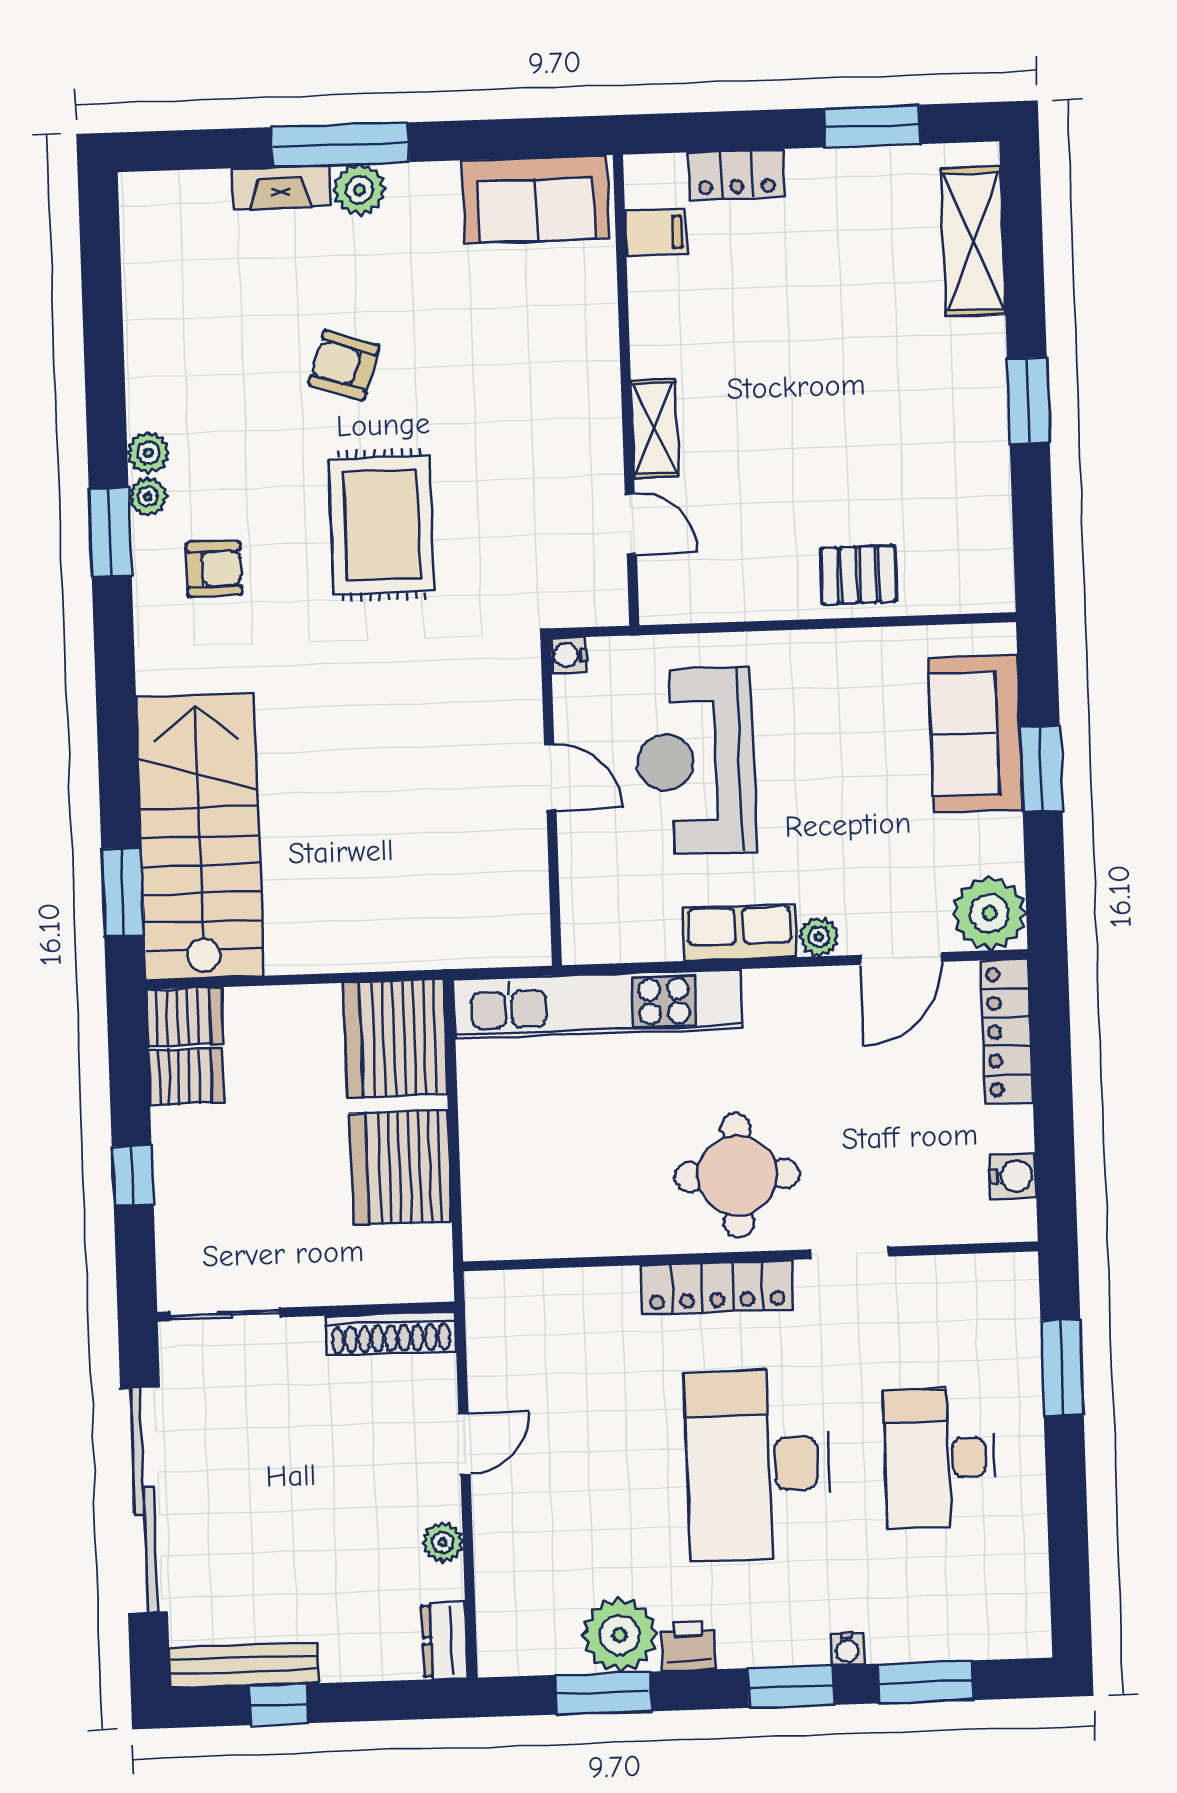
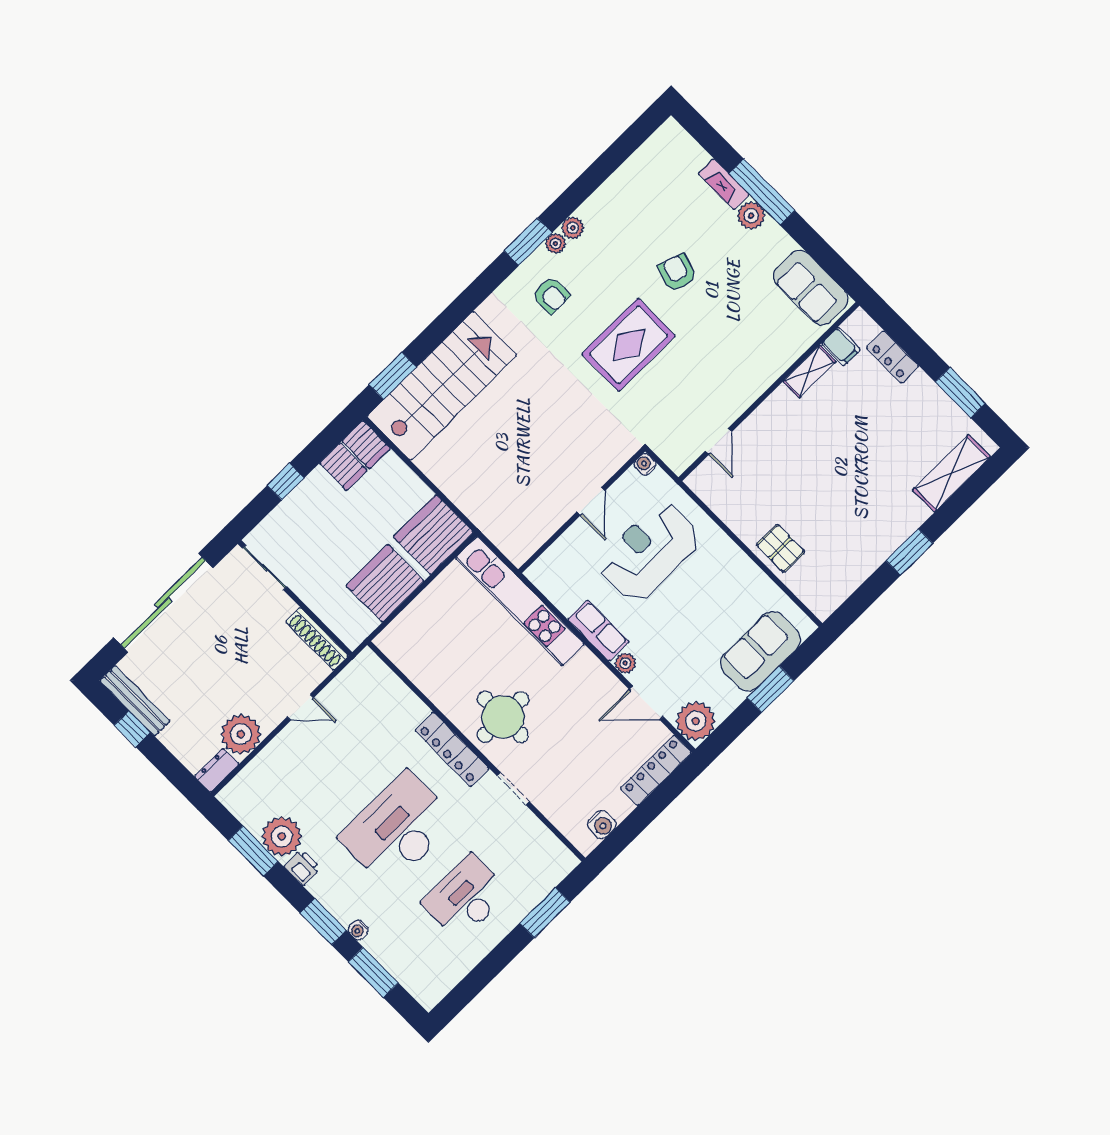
shelving: (654, 429) -> (809, 372), moved
plant: (443, 1543) -> (241, 734), width x1.88, depth x1.88

